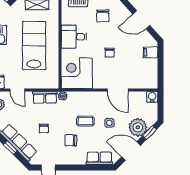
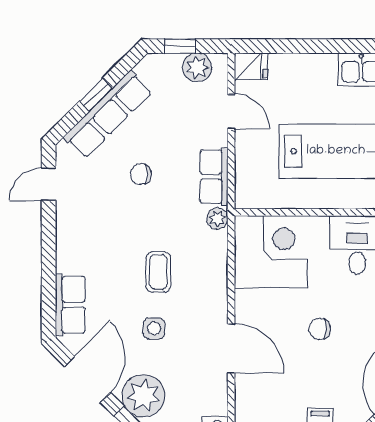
door: (17, 90) -> (231, 112), swing flipped
door: (118, 90) -> (231, 348), swing flipped
chair: (71, 140) -> (113, 237), removed

